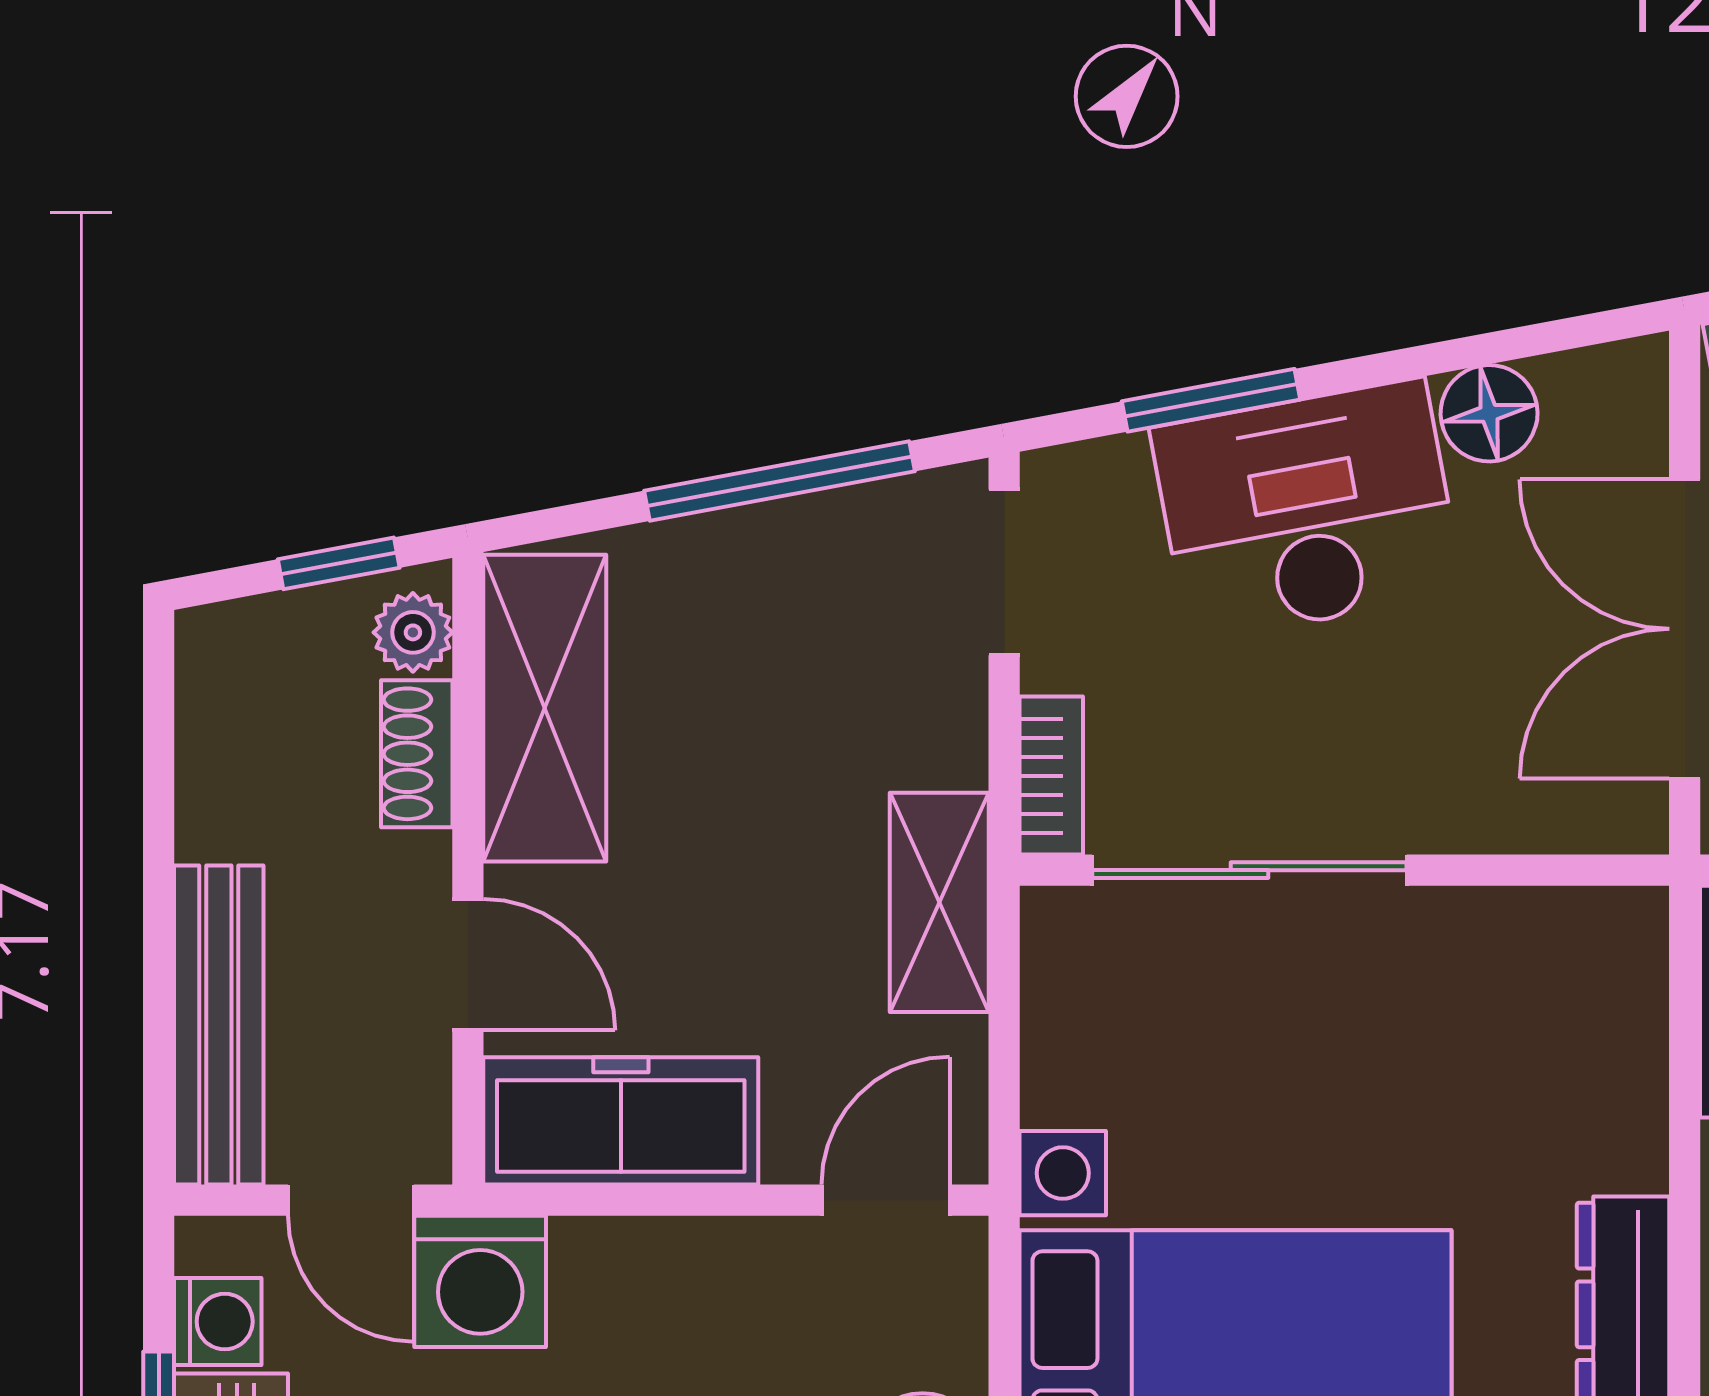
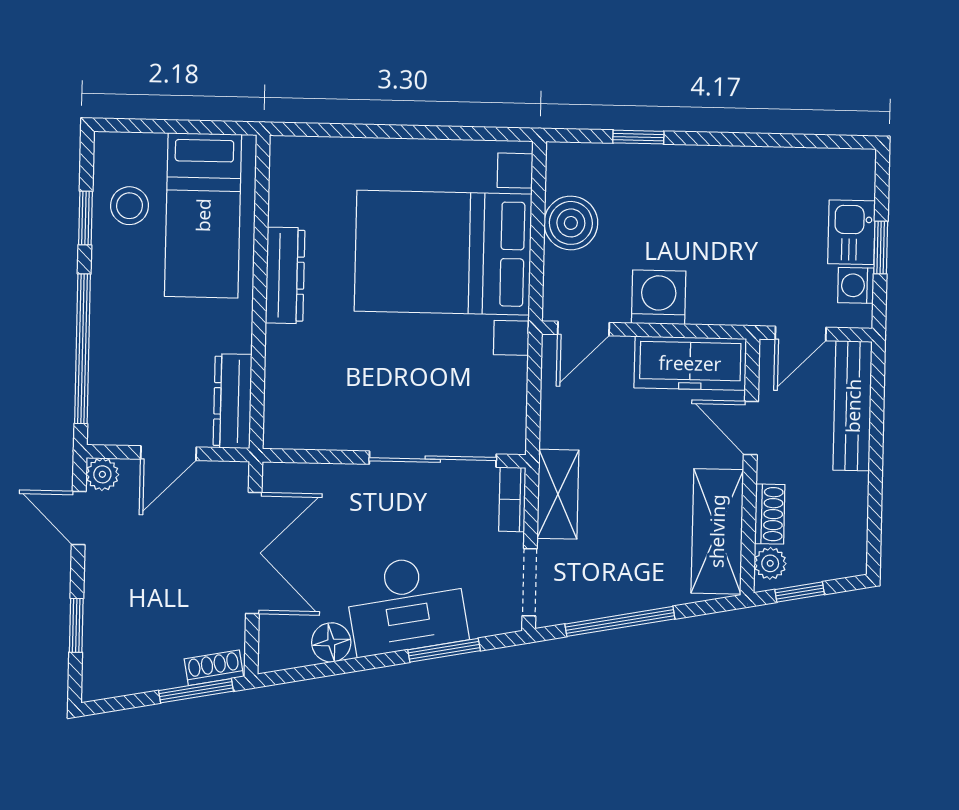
shelving: (939, 902) -> (558, 494), moved
door: (351, 1200) -> (801, 333), swing flipped
washing machine: (480, 1281) -> (659, 297), moved

